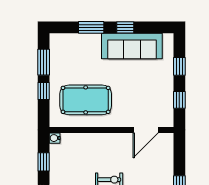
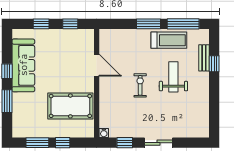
pool table: (86, 100) -> (70, 106), turned 90
door: (146, 130) -> (97, 65), moved

